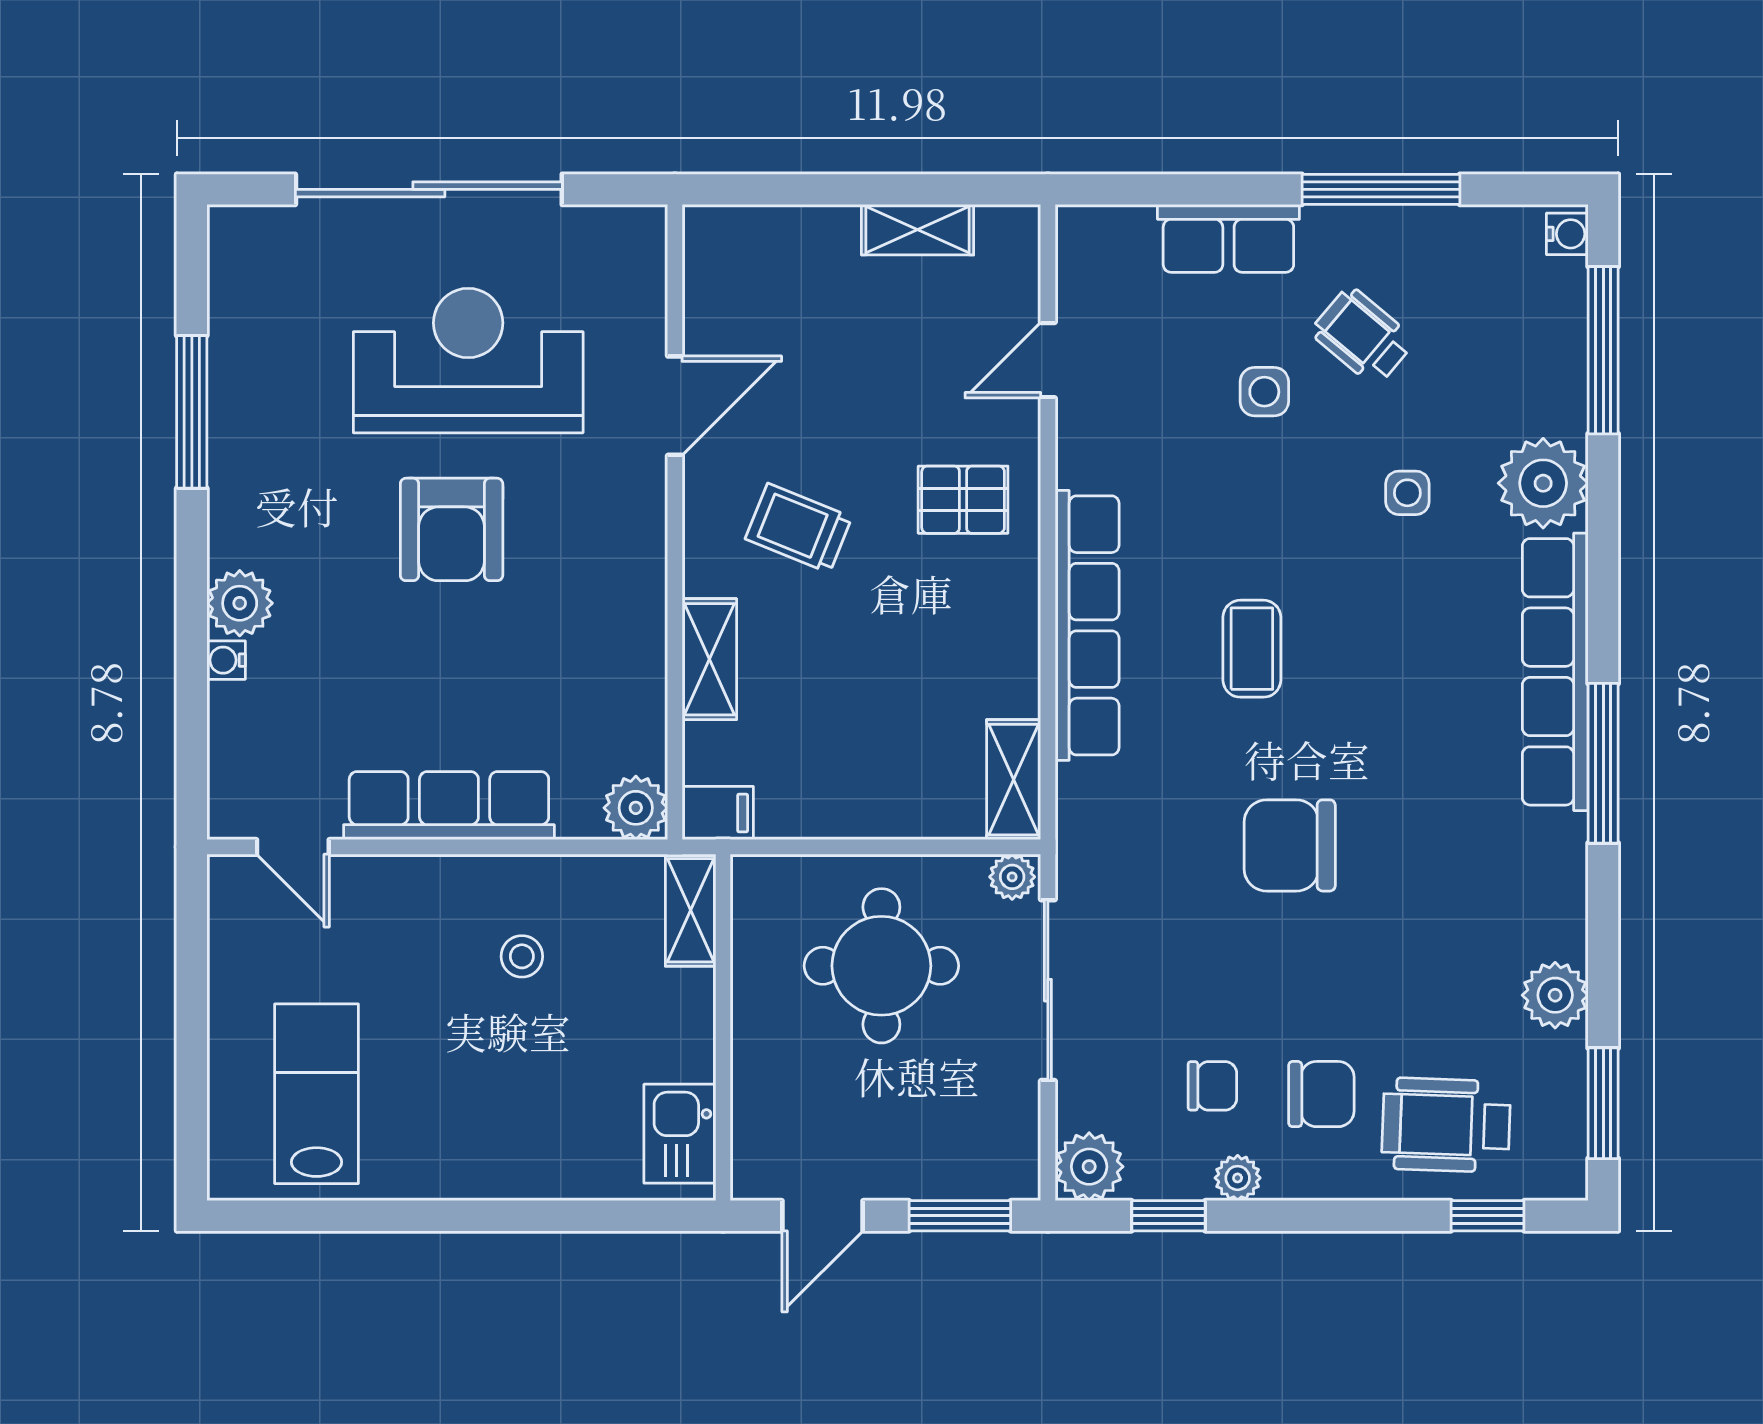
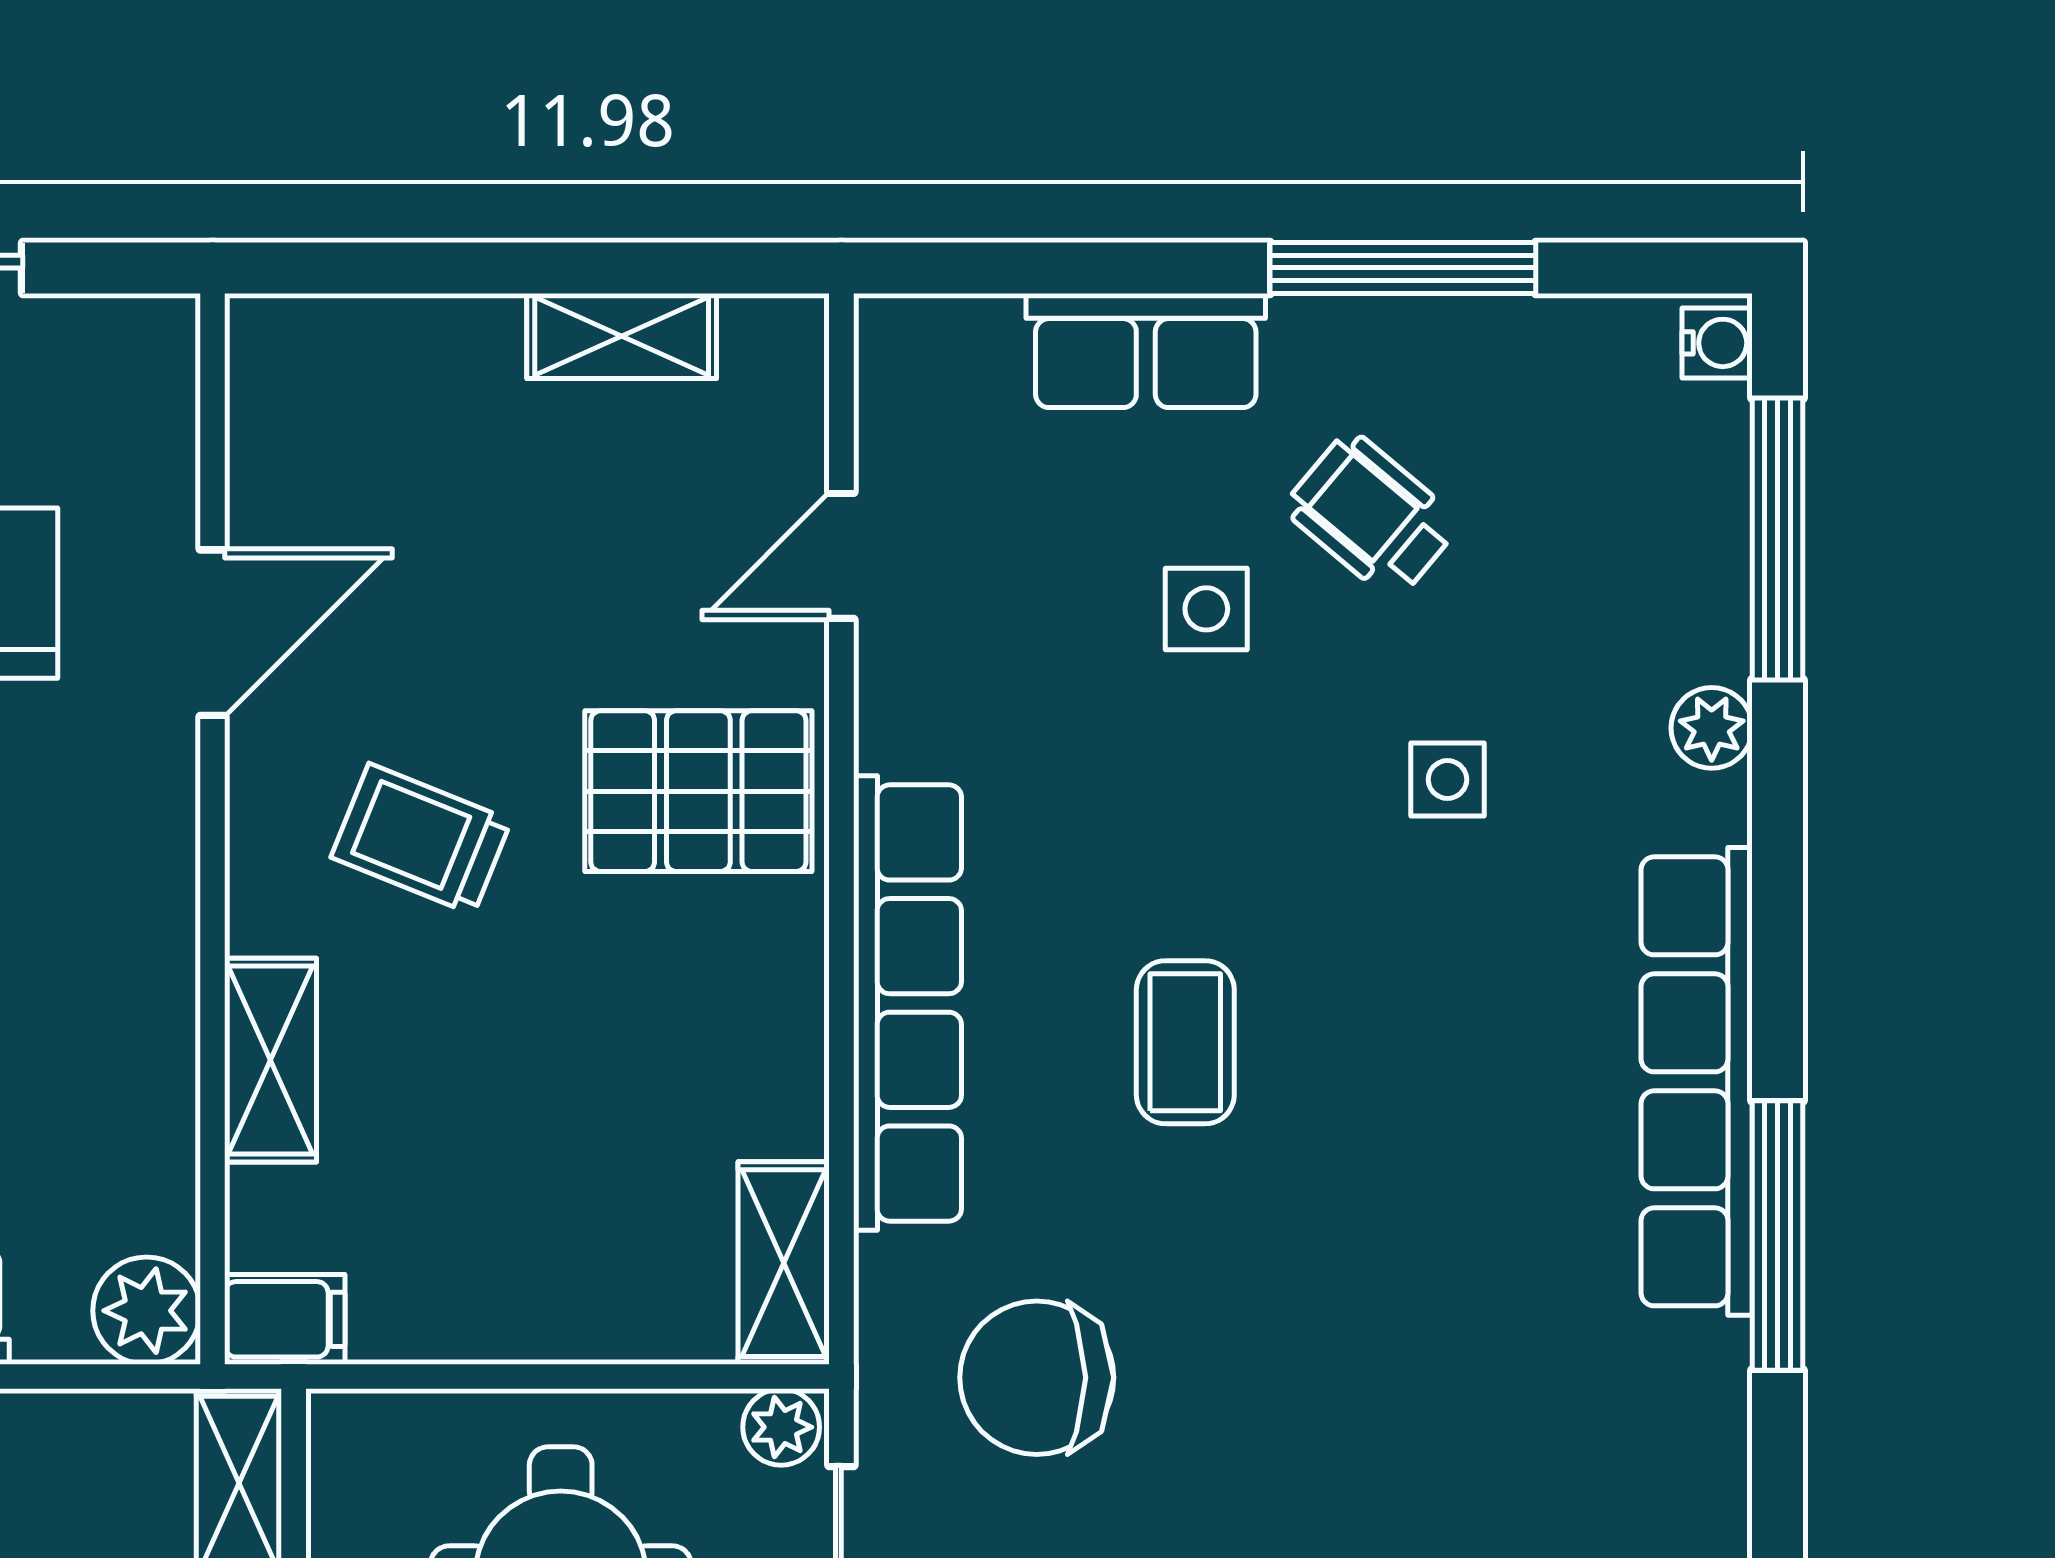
plant: (1543, 483) -> (1712, 728), width x0.53, depth x0.53
pallet: (963, 500) -> (698, 791), width x1.50, depth x1.42
chair: (1290, 845) -> (1037, 1378), moved

